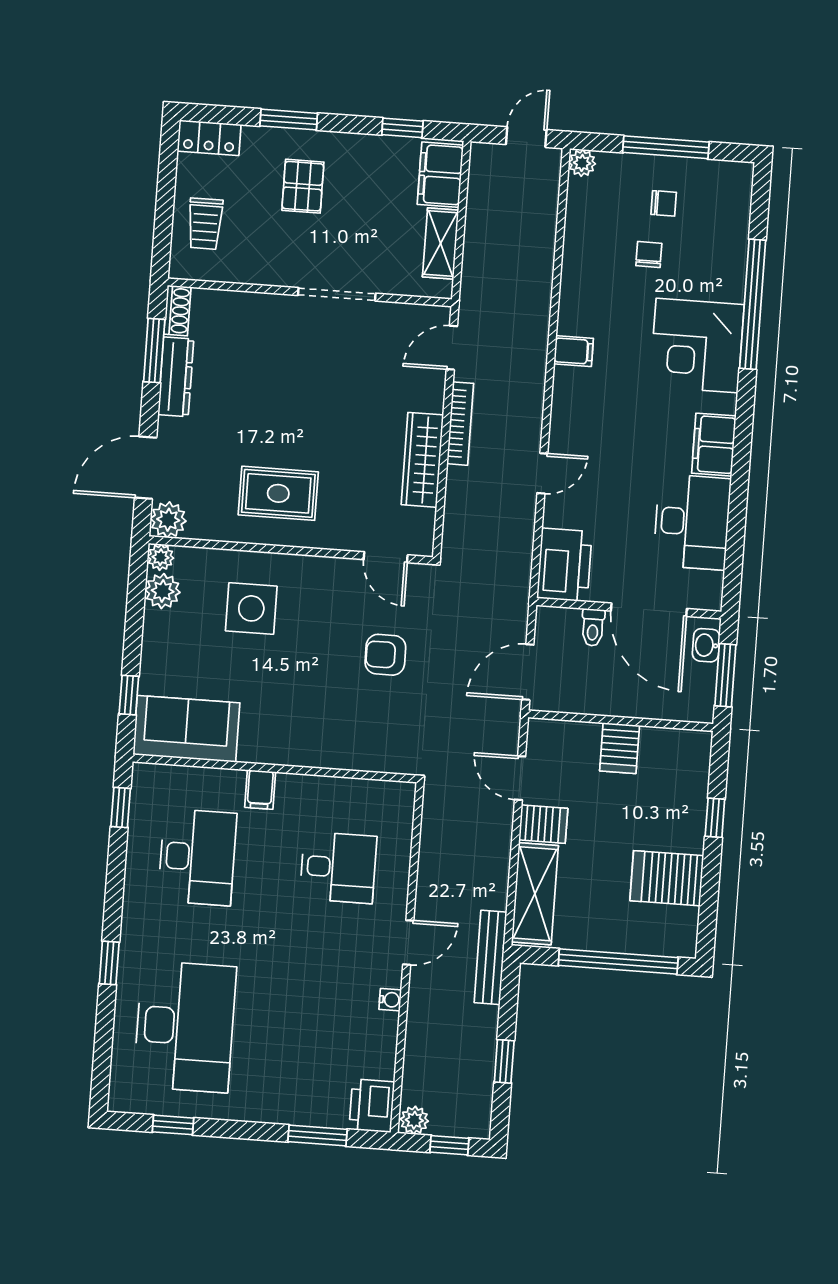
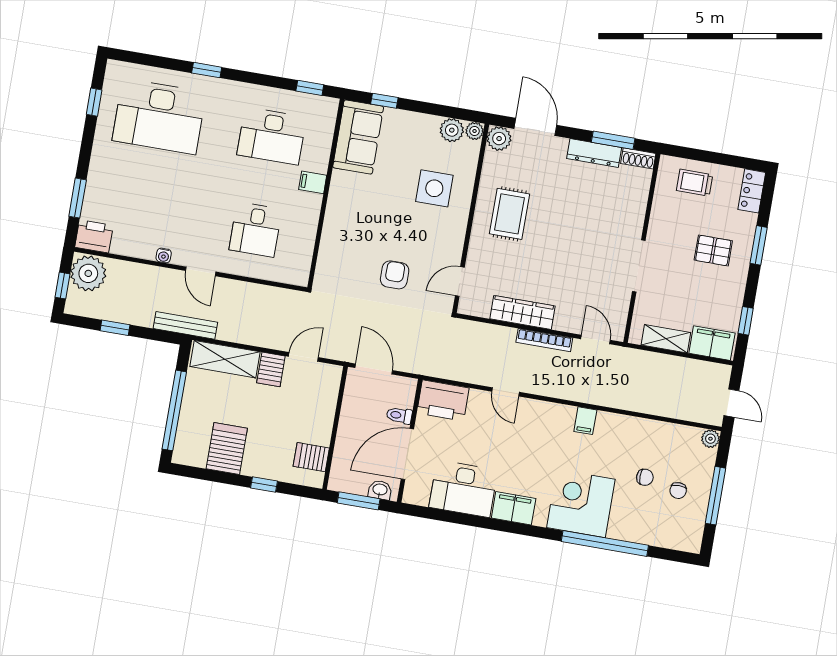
server rack: (620, 748) -> (311, 457), moved
plant: (414, 1120) -> (88, 273), width x1.87, depth x1.87

